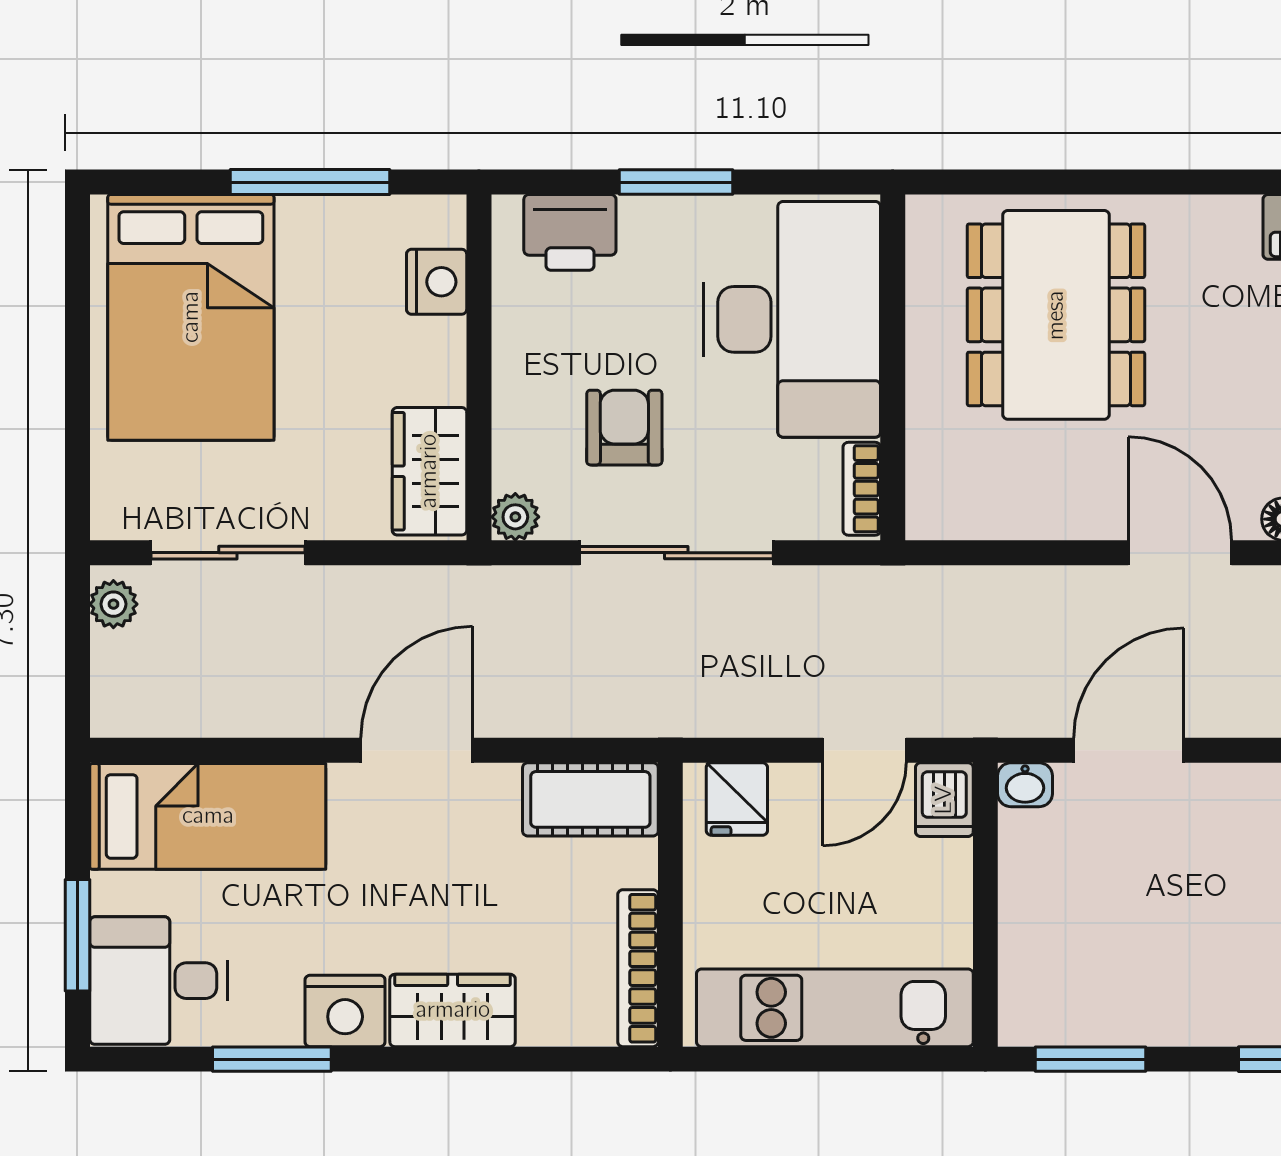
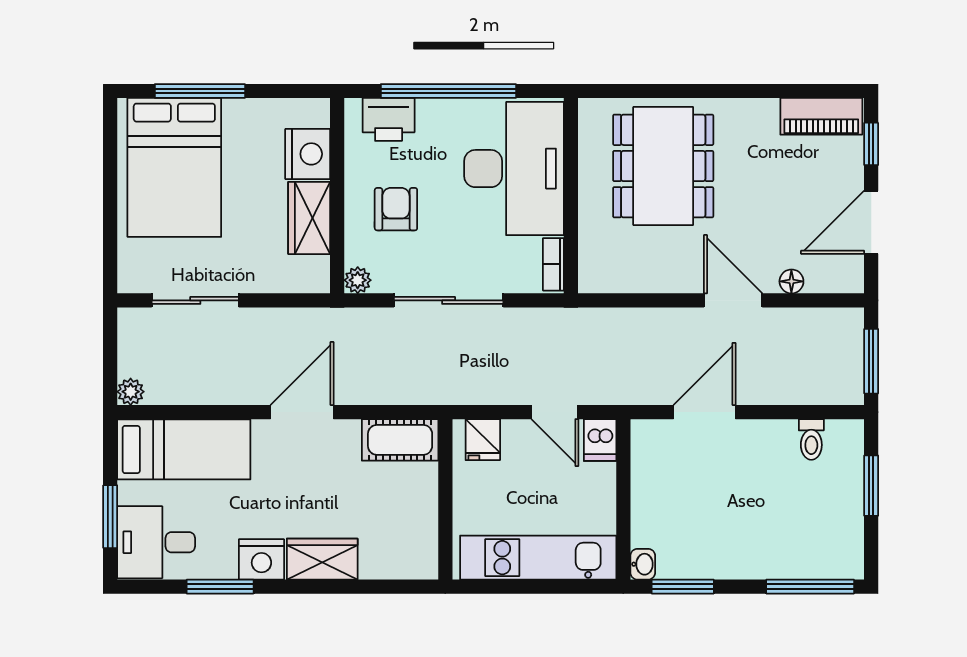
window: (310, 182) -> (200, 91), moved
window: (676, 182) -> (448, 91), width x2.11
nightstand: (437, 282) -> (308, 154), width x1.36, depth x1.33
armchair: (624, 428) -> (396, 209), moved
wardrobe: (429, 471) -> (309, 218), moved
plant: (113, 604) -> (131, 392), moved
door: (864, 750) -> (555, 412), hinge flipped
washbasin: (1025, 785) -> (643, 564), moved, turned -90
bookcase: (638, 968) -> (427, 535), removed

